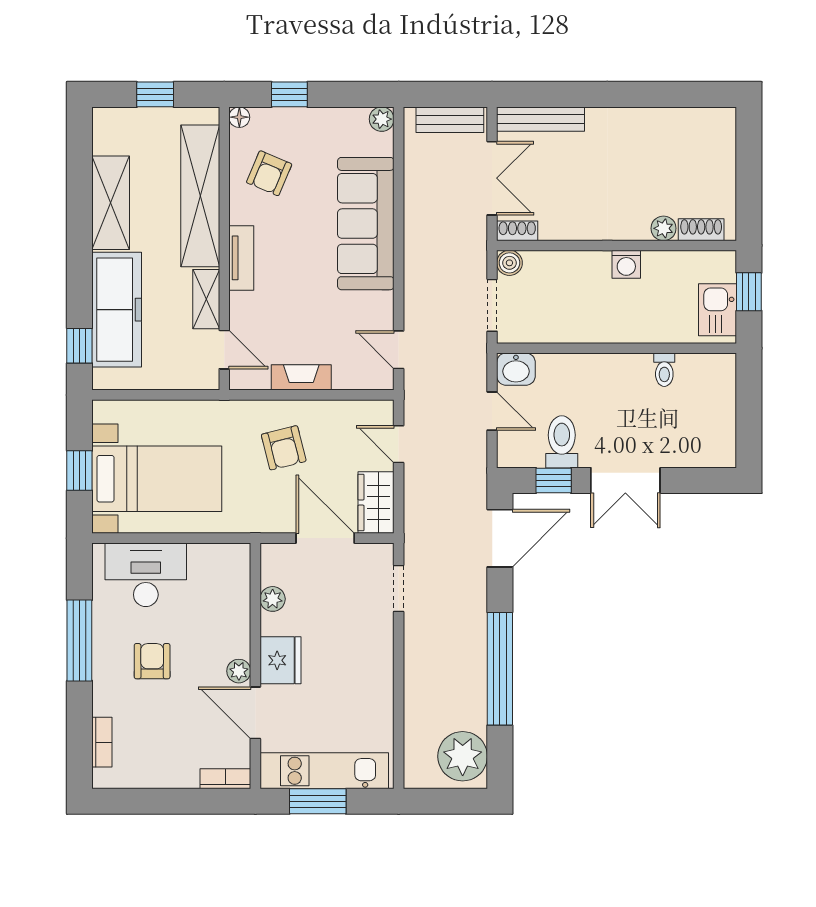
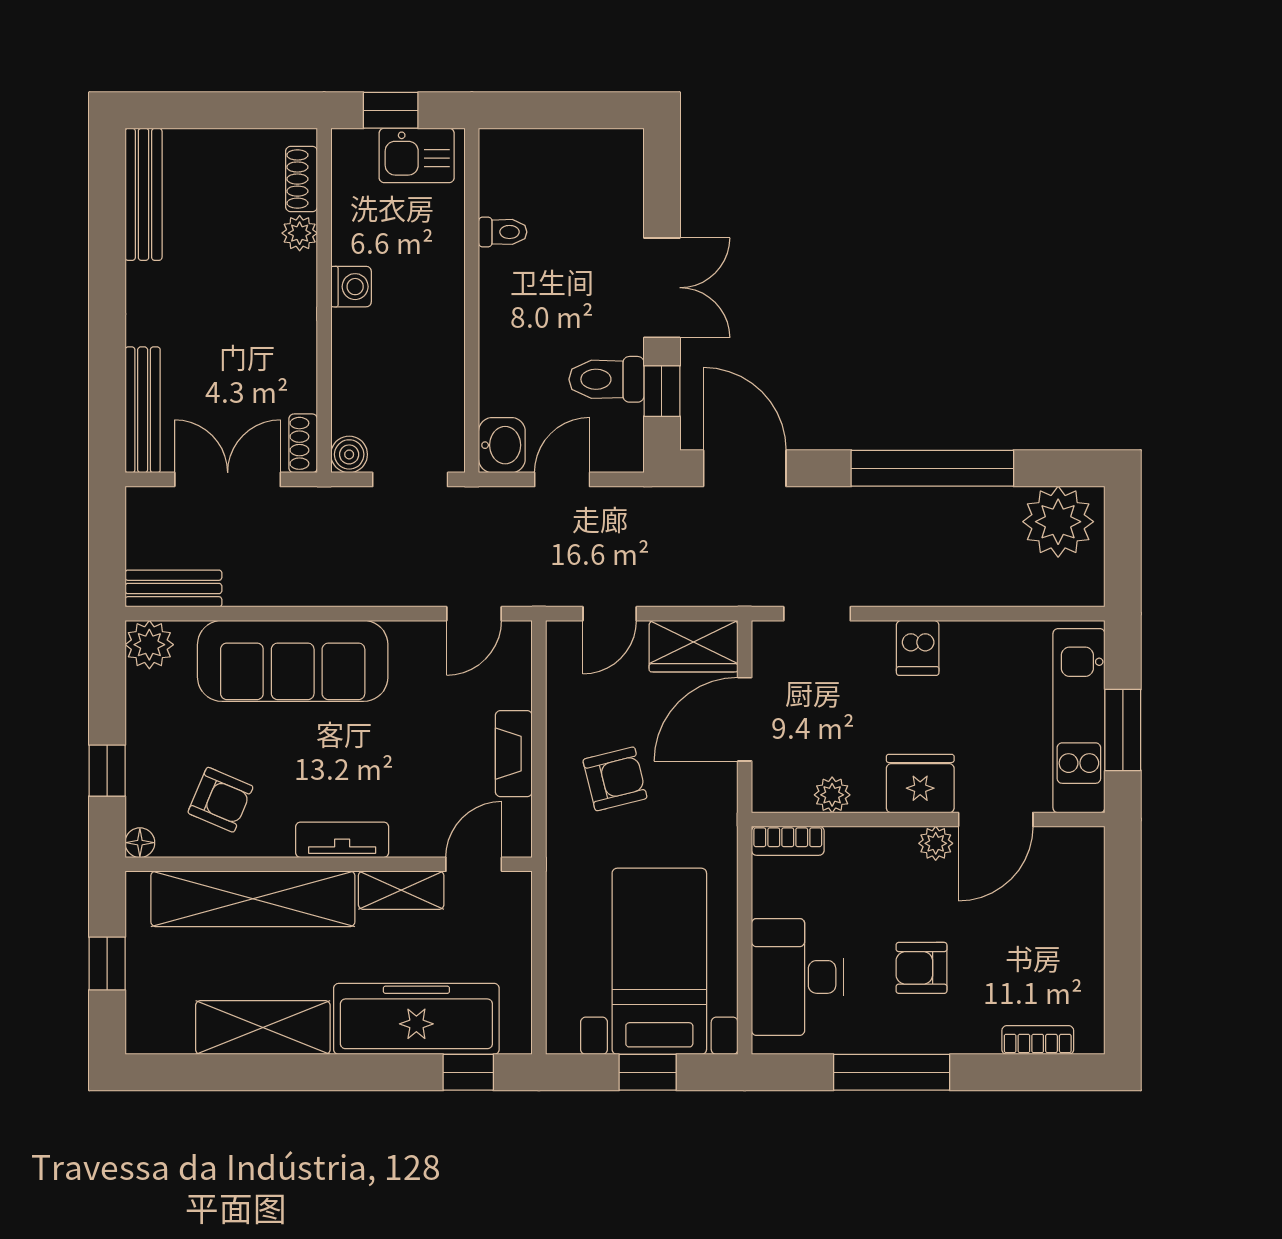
plant: (382, 119) -> (149, 645), width x1.38, depth x1.38
bench: (450, 120) -> (173, 588), moved, turned 90
bench: (691, 120) -> (144, 194), added
dishwasher: (375, 659) -> (918, 648), added
bookcase: (225, 779) -> (788, 841), moved, turned -90

